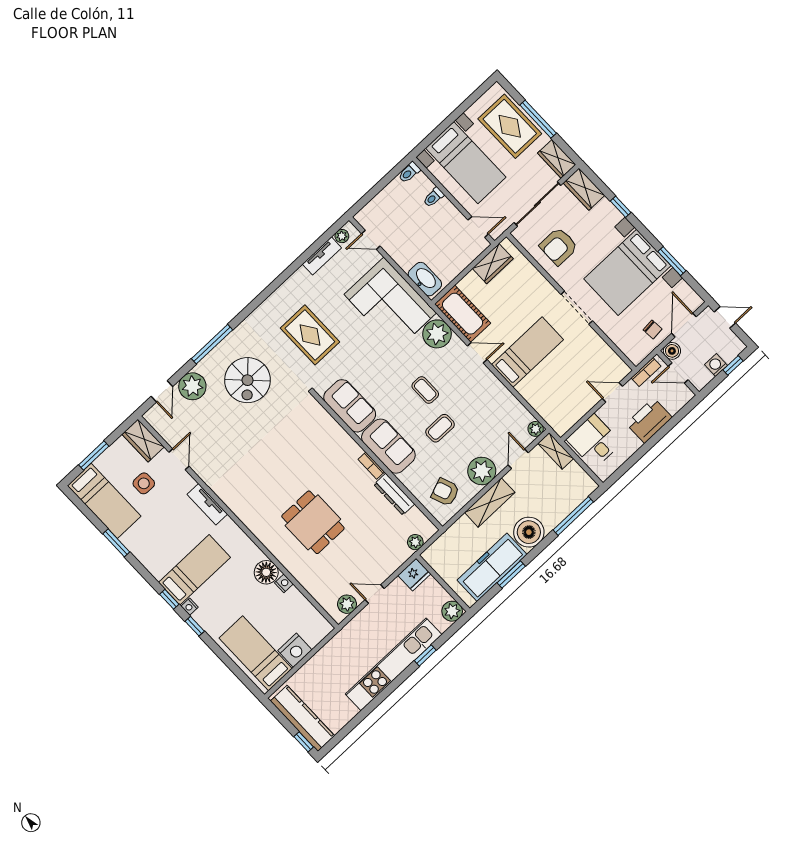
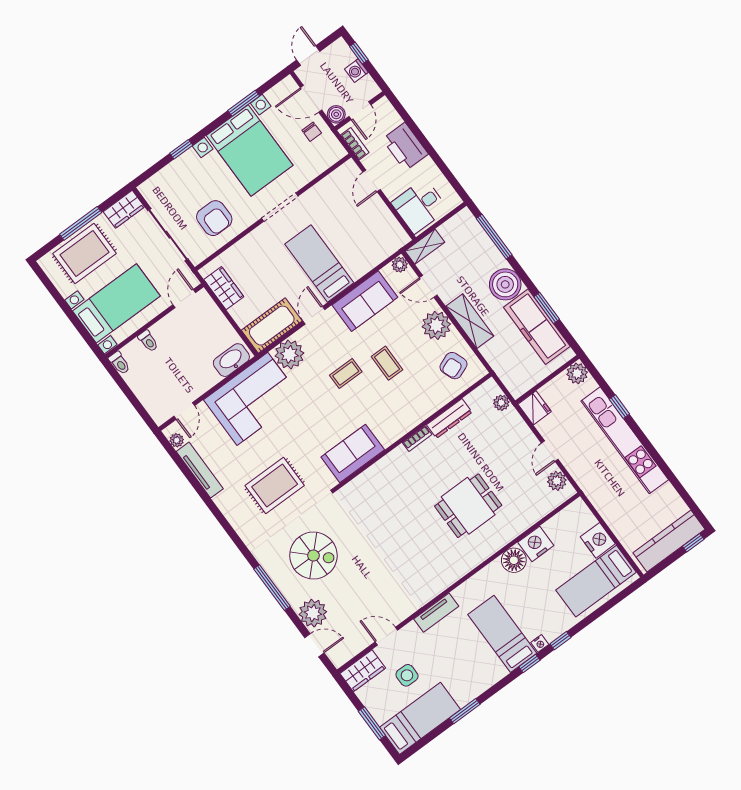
wardrobe: (584, 189) -> (158, 185), removed
tv unit: (322, 256) -> (200, 470), width x1.41
chair: (653, 329) -> (312, 132), turned 95
sofa: (388, 446) -> (365, 301), moved, turned 180
nightstand: (284, 583) -> (536, 544), width x1.89, depth x1.79

